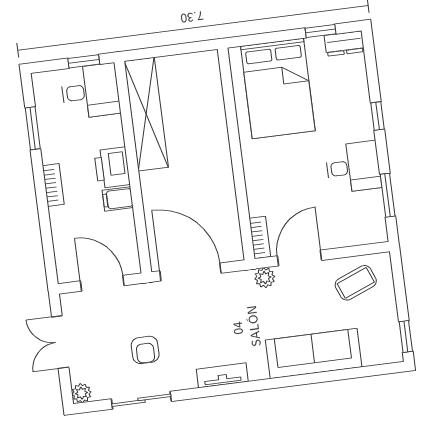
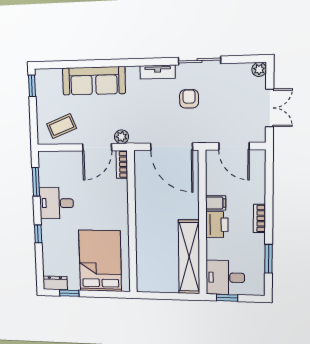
armchair: (145, 350) -> (189, 99), moved
sliding door: (141, 400) -> (199, 60), moved

